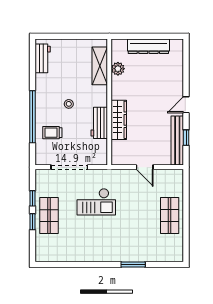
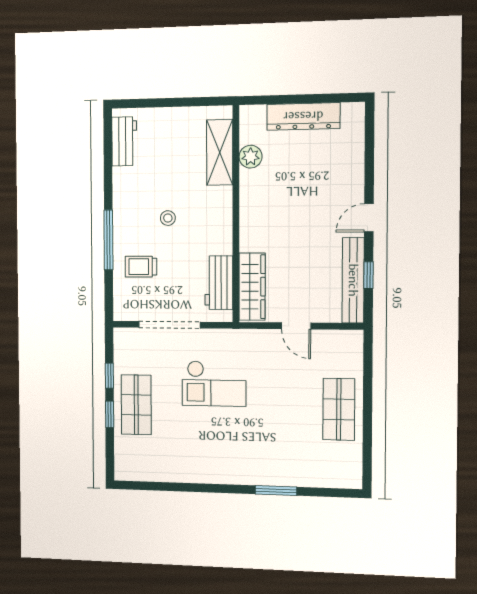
window: (33, 117) -> (108, 240), width x0.68
wardrobe: (119, 120) -> (252, 287), moved
workbench: (99, 123) -> (219, 283), moved

